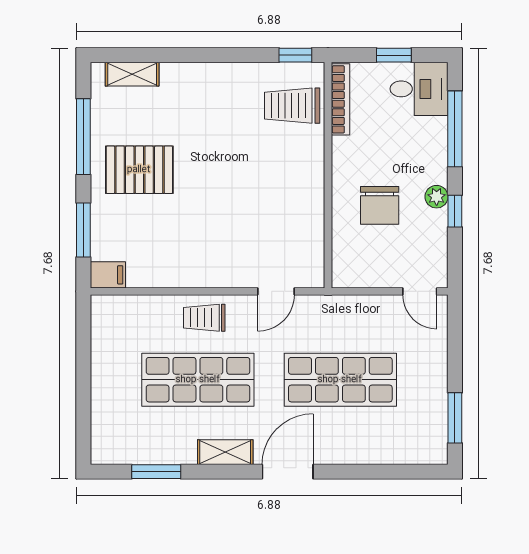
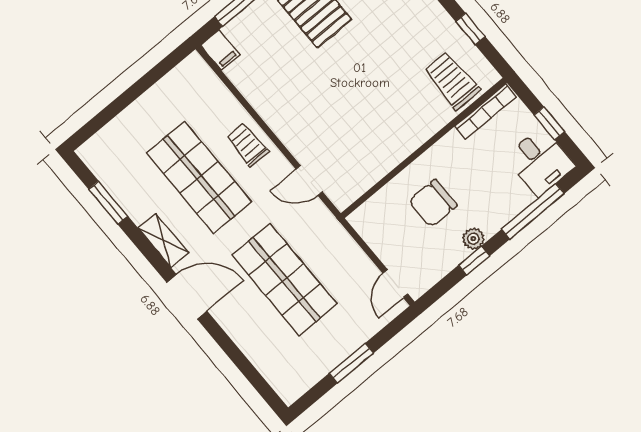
window: (295, 55) -> (470, 29), moved
window: (455, 418) -> (351, 363), moved

